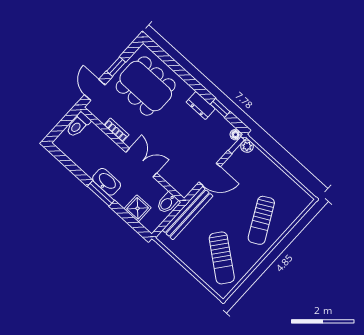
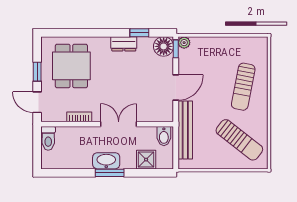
dining table: (146, 86) -> (71, 66), width x0.73
floor lamp: (236, 135) -> (164, 46), width x1.89, depth x1.89
sun lounger: (261, 220) -> (243, 87), turned 39

